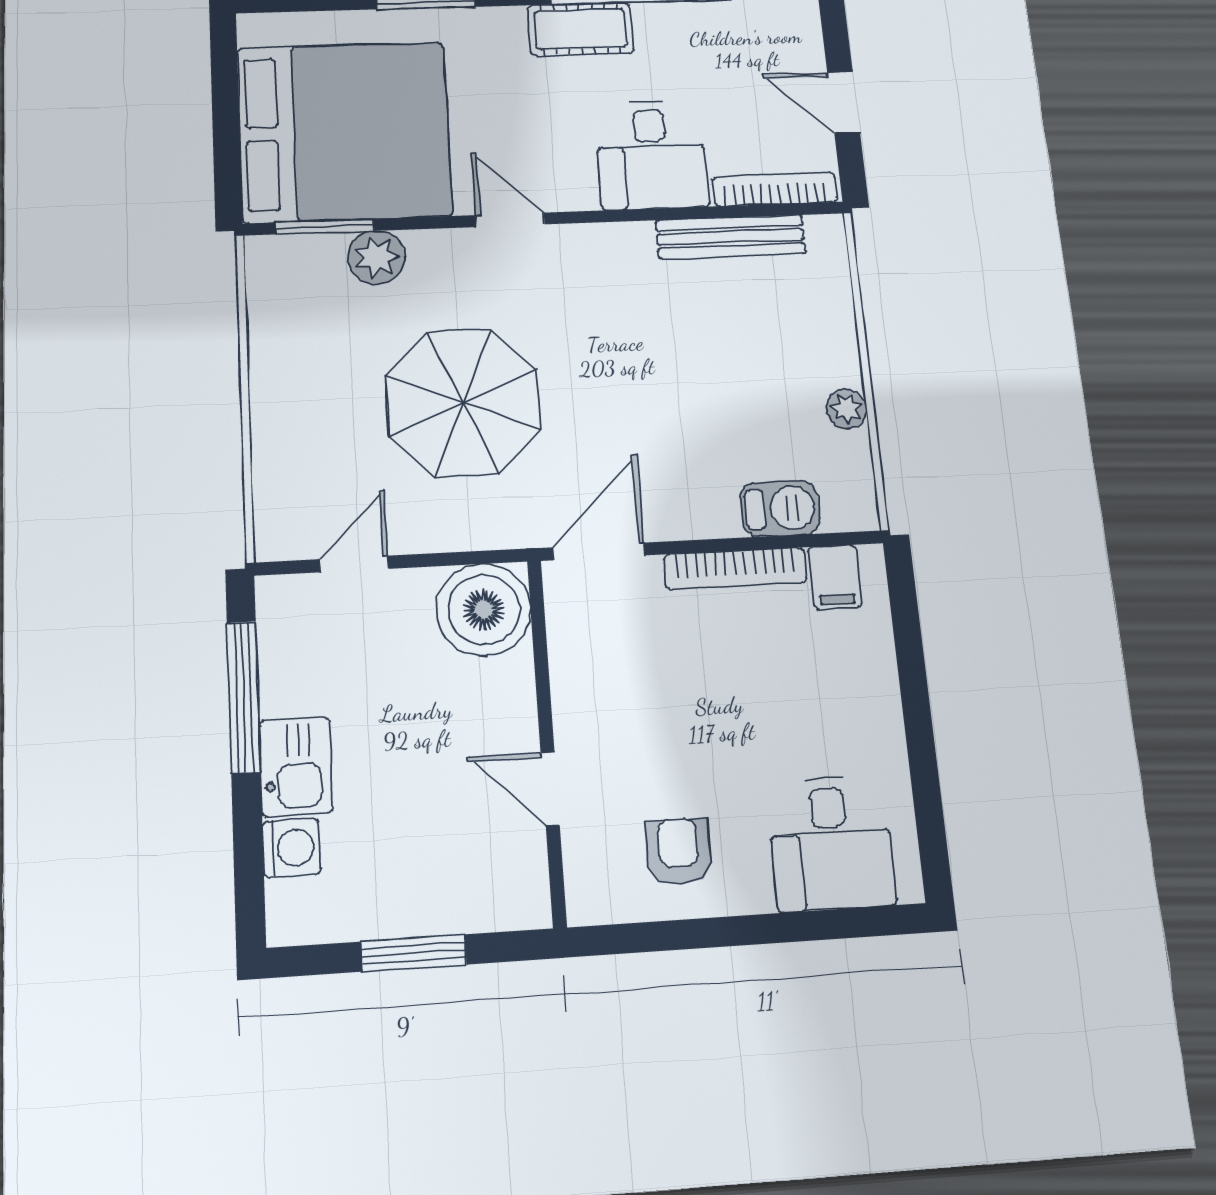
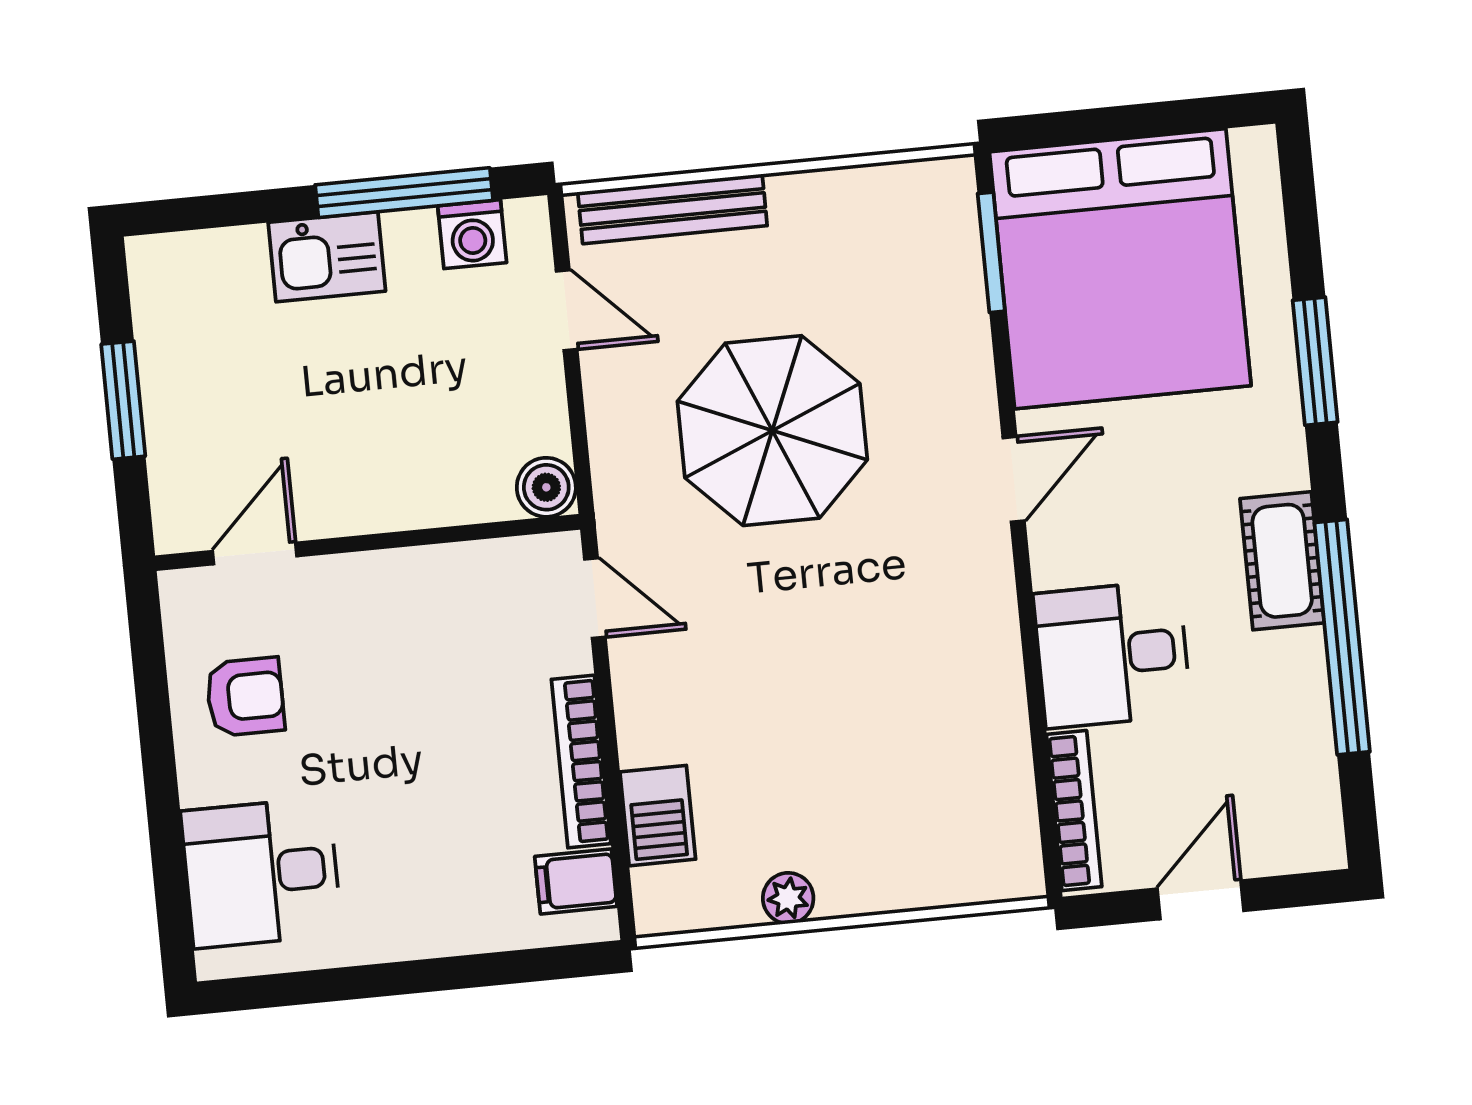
bench: (731, 237) -> (672, 209), moved, turned 90
plant: (377, 257) -> (954, 317), removed
door: (599, 551) -> (595, 598), width x0.73
boiler: (484, 610) -> (546, 487), width x0.54, depth x0.54
door: (550, 789) -> (255, 554), moved
washing machine: (291, 848) -> (472, 234), moved

